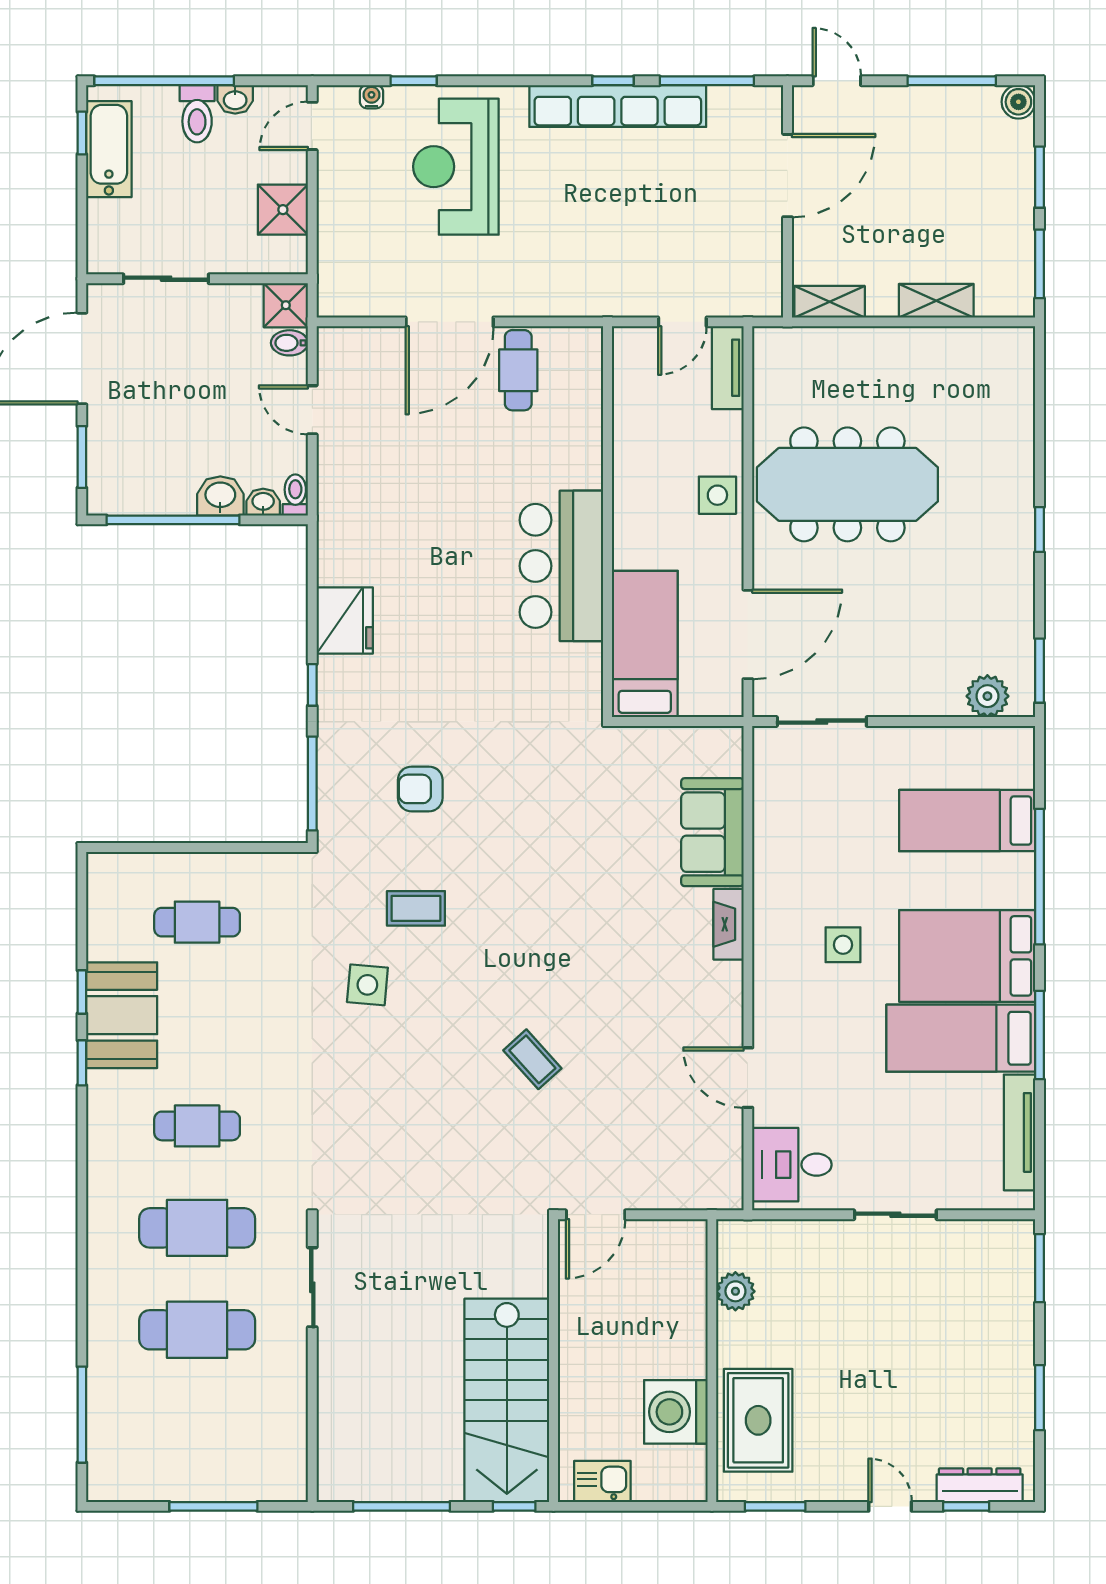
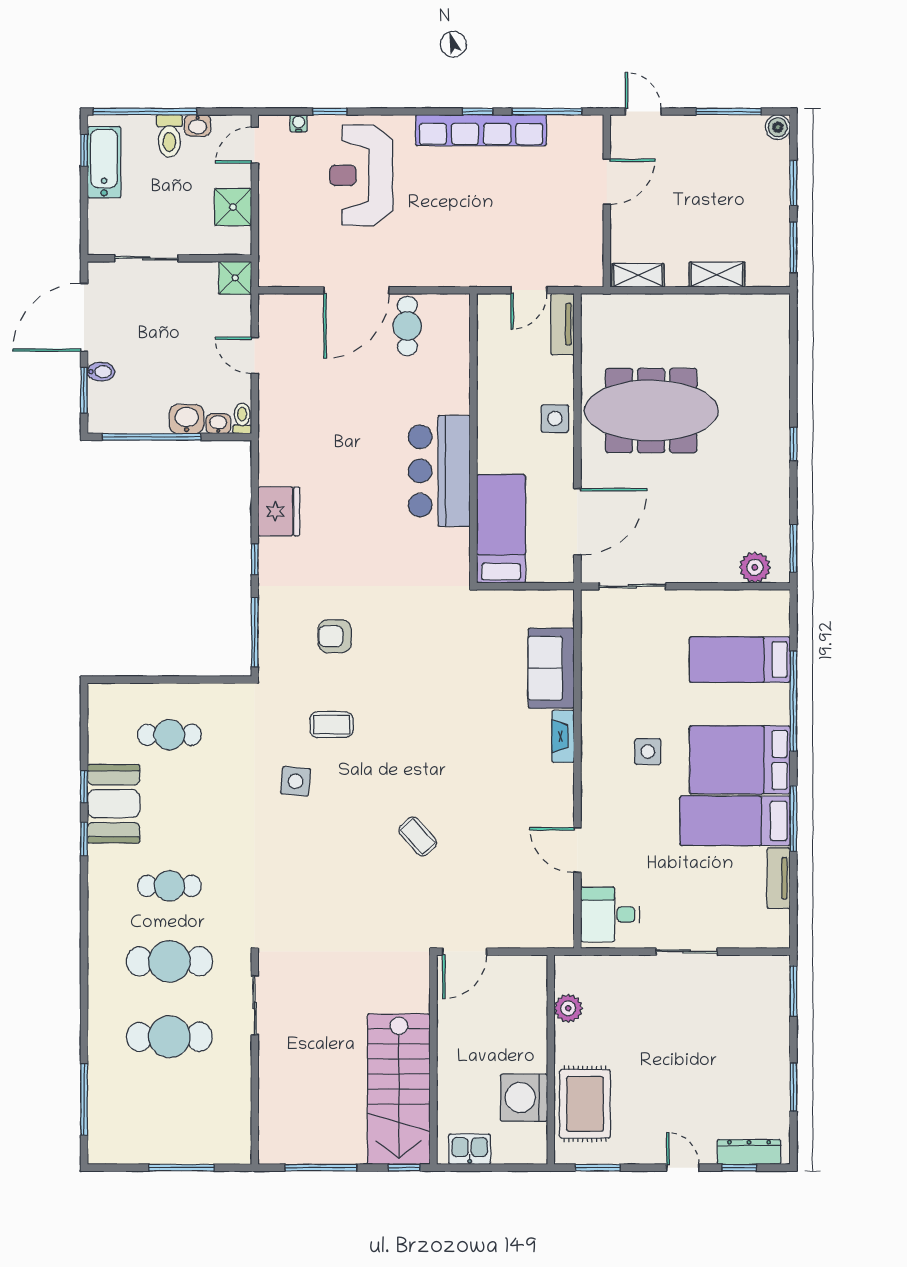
door: (788, 176) -> (607, 182), width x0.73
bidet: (289, 343) -> (101, 372), moved, turned 180
tv unit: (1020, 1132) -> (779, 878), width x0.71

